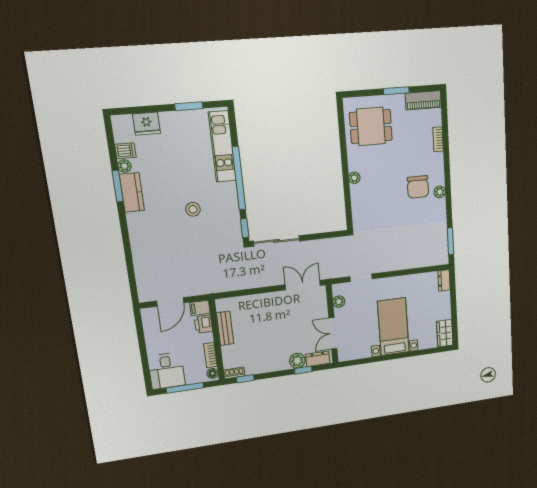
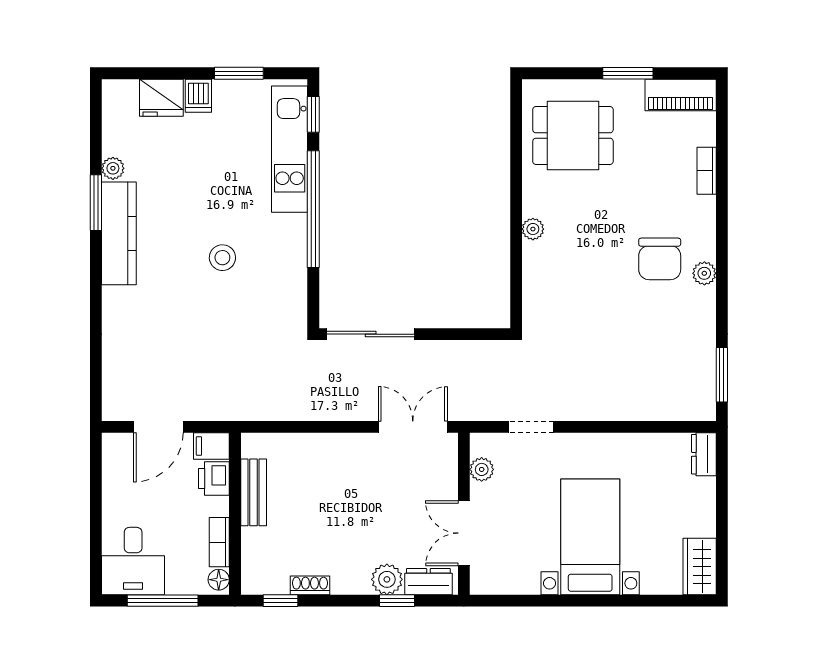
dishwasher: (125, 151) -> (198, 96), moved, turned 90
kitchen counter: (132, 192) -> (119, 233), width x1.50
window: (245, 228) -> (313, 114), moved
shoe rack: (234, 373) -> (310, 585), moved

